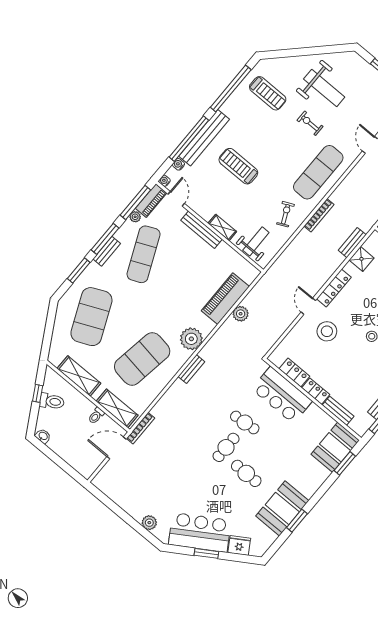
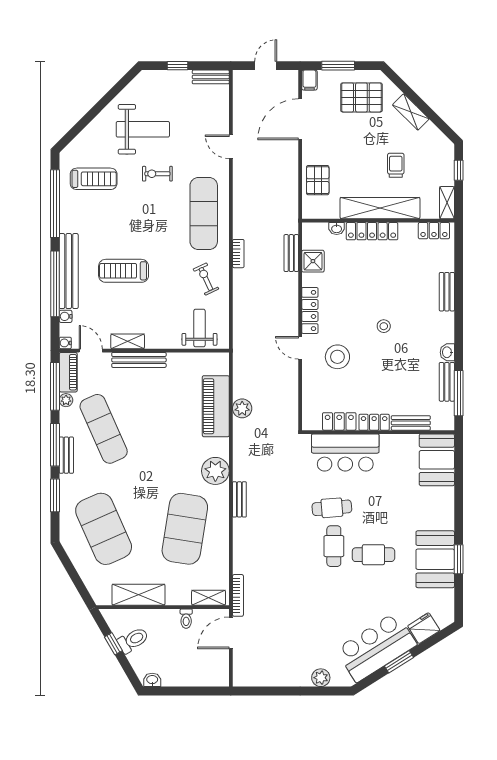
bookcase: (319, 215) -> (238, 254), width x0.64
shelving: (222, 227) -> (128, 341), moved
shelving: (117, 408) -> (209, 598), width x0.67, depth x0.75
window: (345, 463) -> (459, 467), removed

